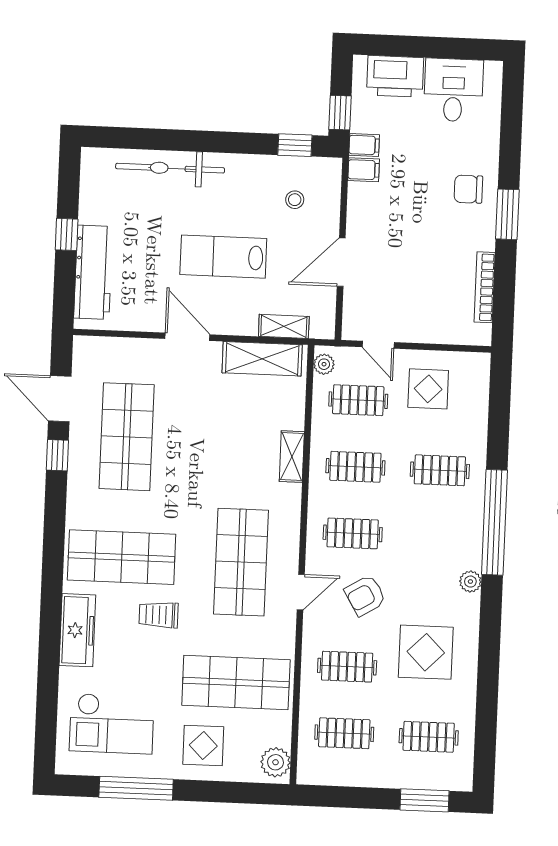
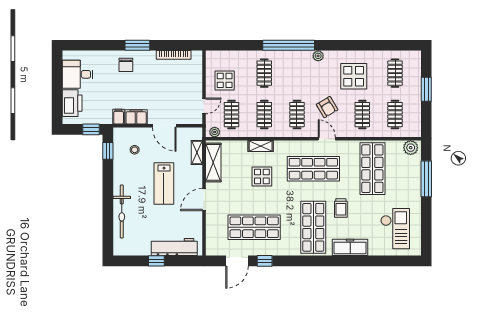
filing cabinet: (364, 145) -> (136, 117), moved, width x2.00
display table: (203, 746) -> (262, 176), moved
window: (136, 788) -> (426, 179), moved
window: (424, 800) -> (426, 89), moved

